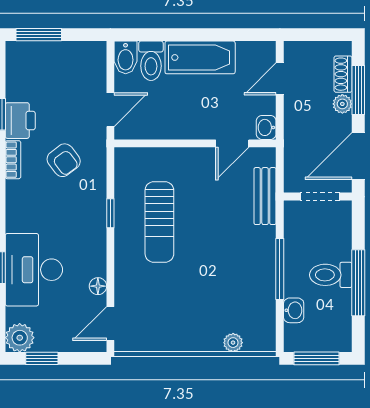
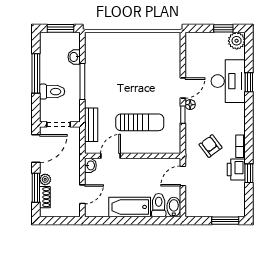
sun lounger: (159, 222) -> (140, 122), moved, turned 90
toilet: (331, 275) -> (52, 92), moved
floor lamp: (98, 286) -> (190, 105), moved
door: (110, 324) -> (183, 88), moved
plant: (233, 343) -> (110, 38), removed

